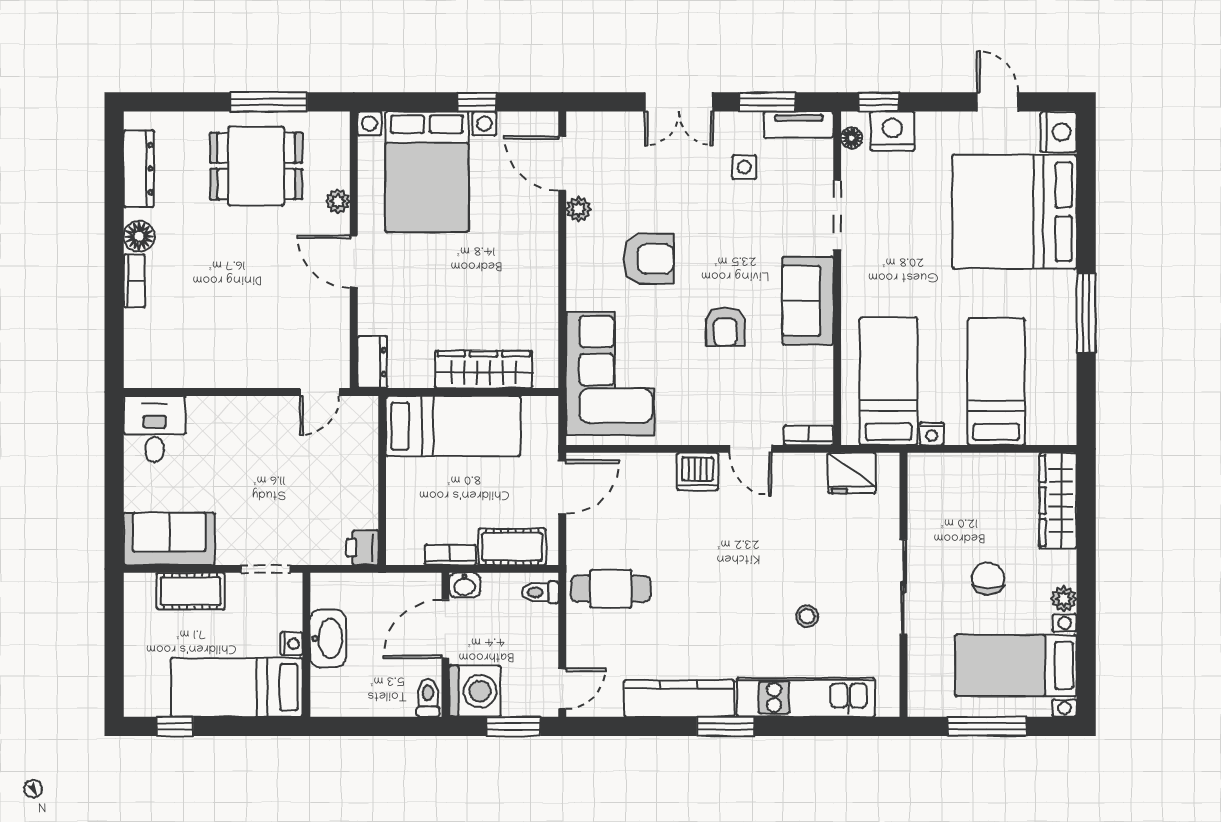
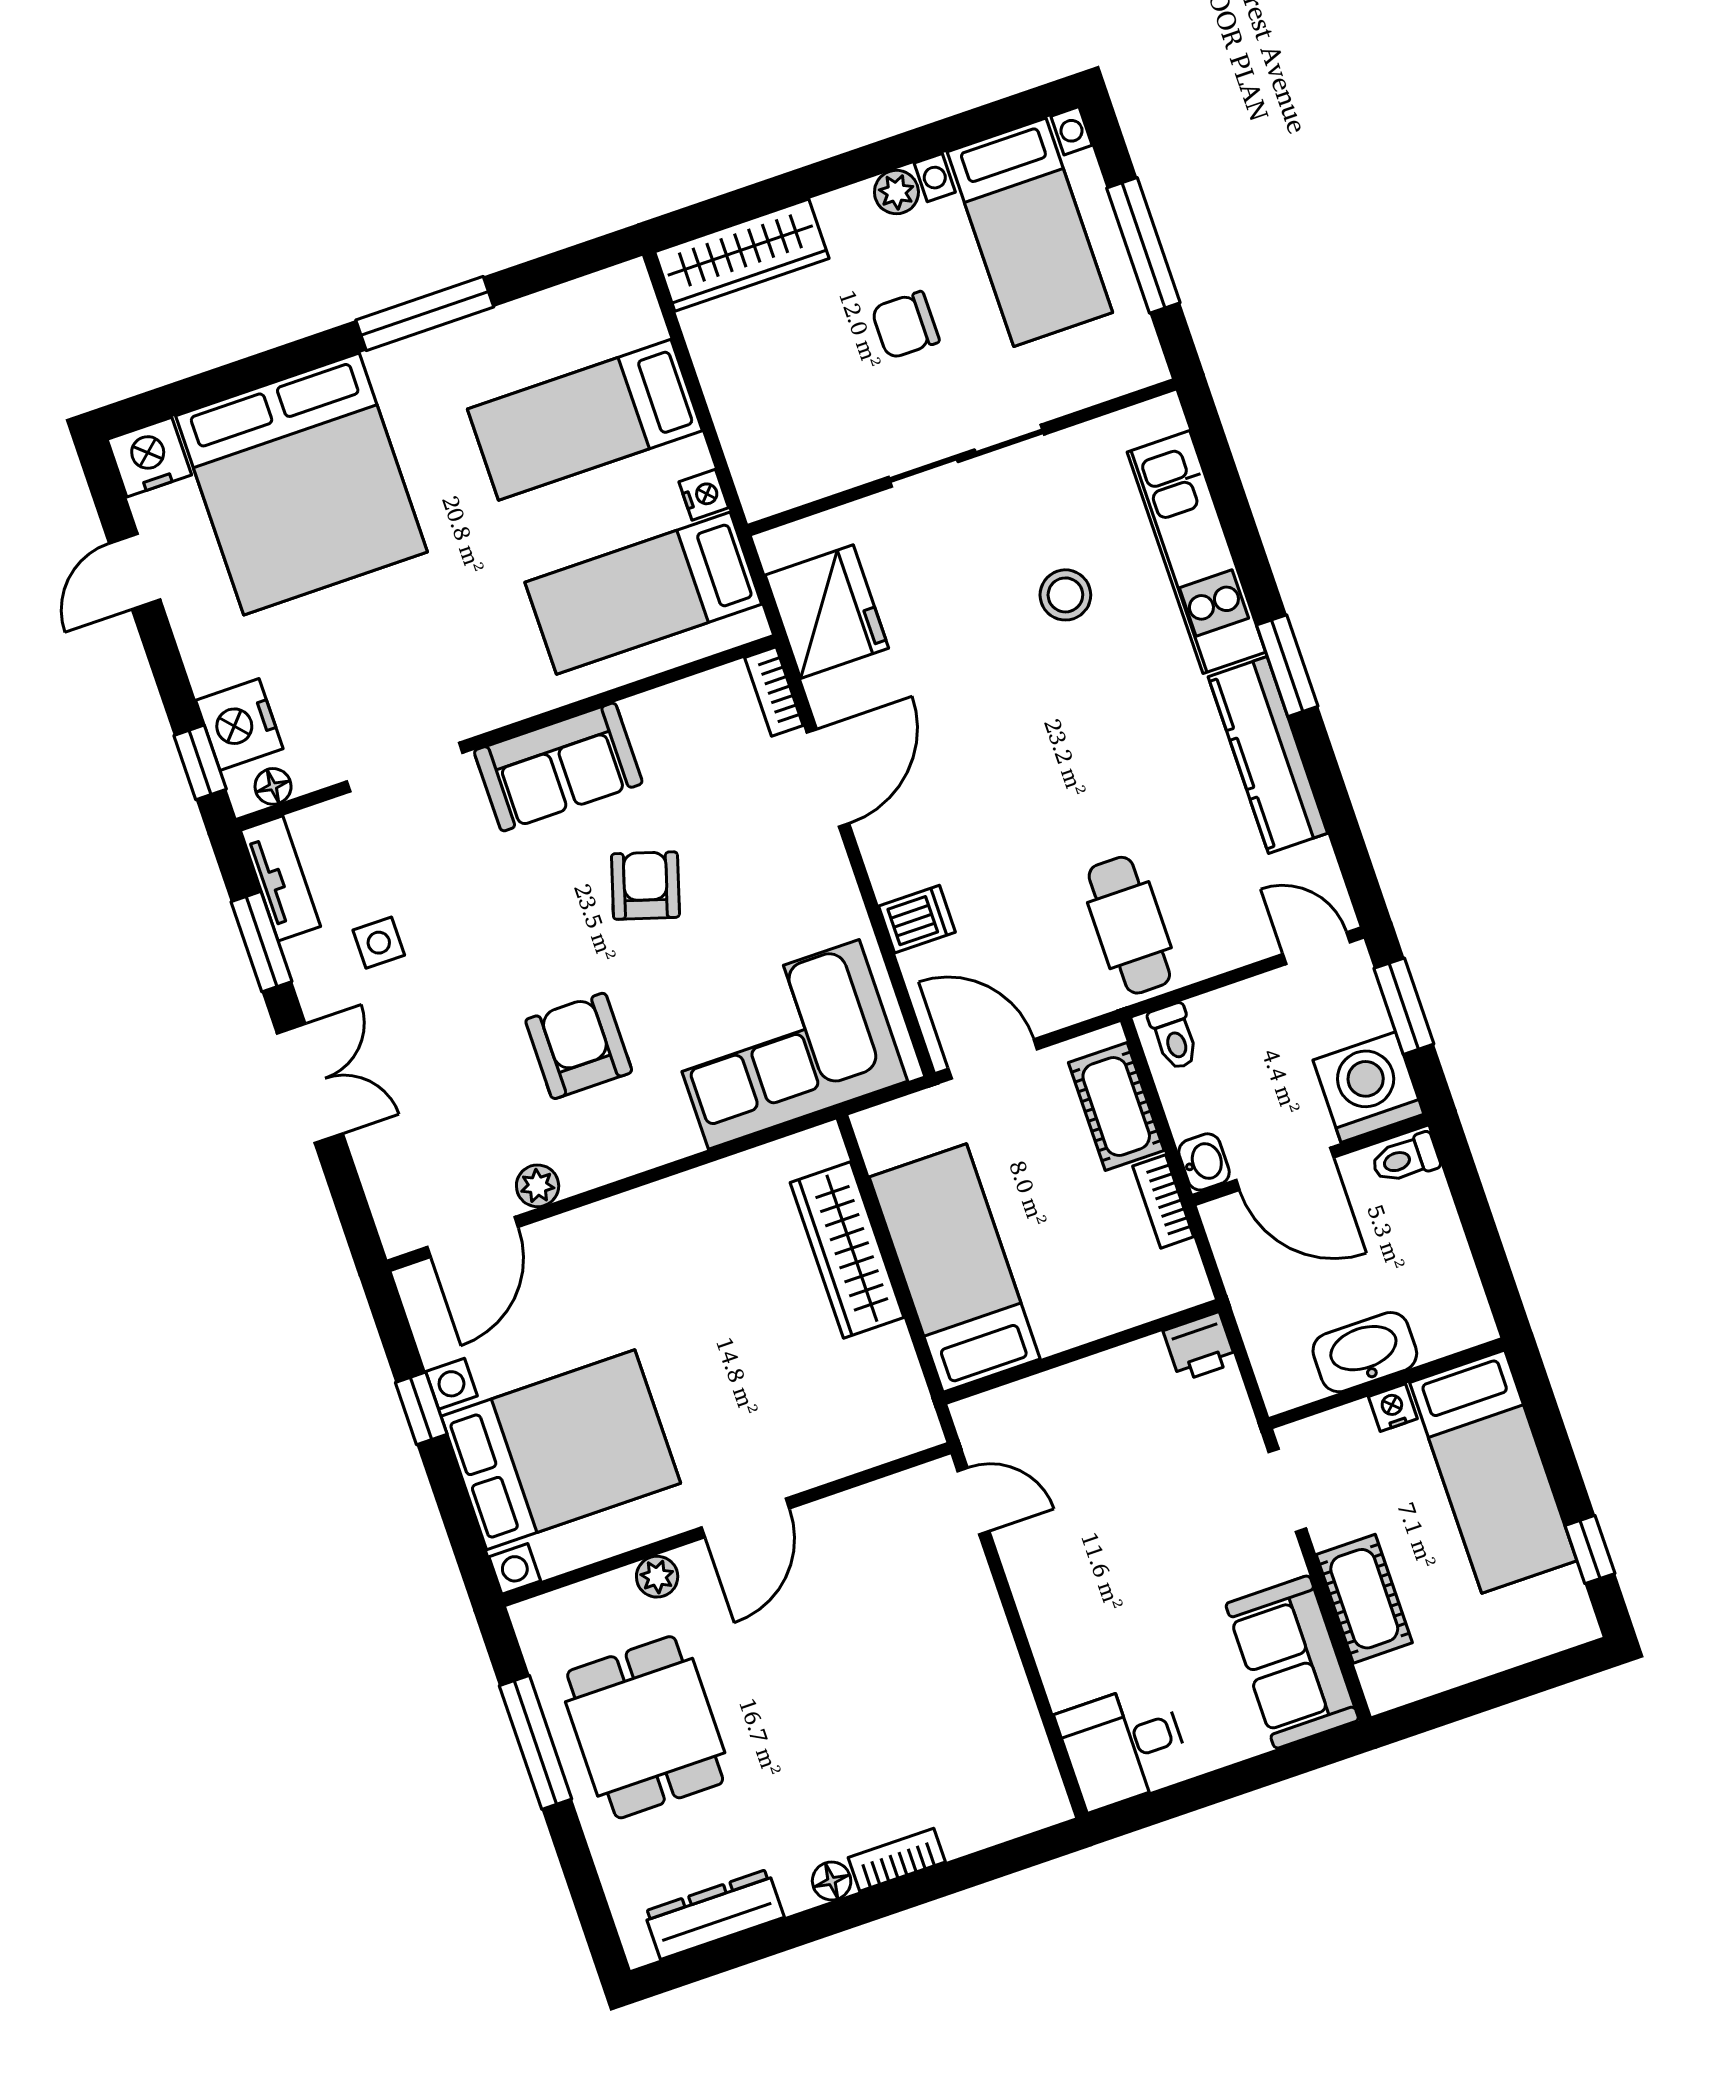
floor lamp: (139, 236) -> (832, 1881), width x0.73, depth x0.73
armchair: (725, 327) -> (645, 886), turned -73
dresser: (372, 362) -> (897, 1433), removed
door: (750, 449) -> (828, 778), width x1.38
dishwasher: (698, 472) -> (917, 919), moved, width x0.73
fridge: (852, 473) -> (827, 612), width x1.36, depth x1.34
stool: (807, 616) -> (1065, 595), width x1.37, depth x1.37

